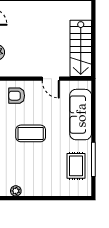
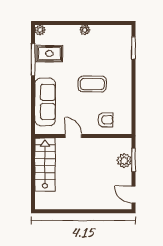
rug: (76, 166) -> (49, 54), turned 90
plant: (16, 191) -> (85, 30), moved
plant: (86, 191) -> (40, 30), added

